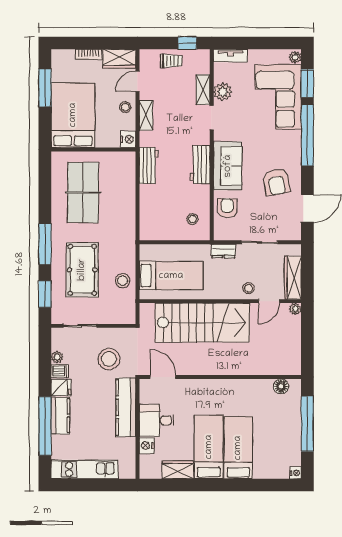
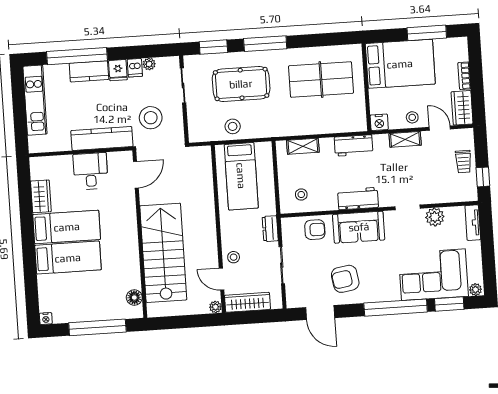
shelving: (203, 90) -> (303, 146), moved
stairs: (202, 323) -> (163, 253), moved, turned 180
nightstand: (147, 446) -> (64, 163), removed

